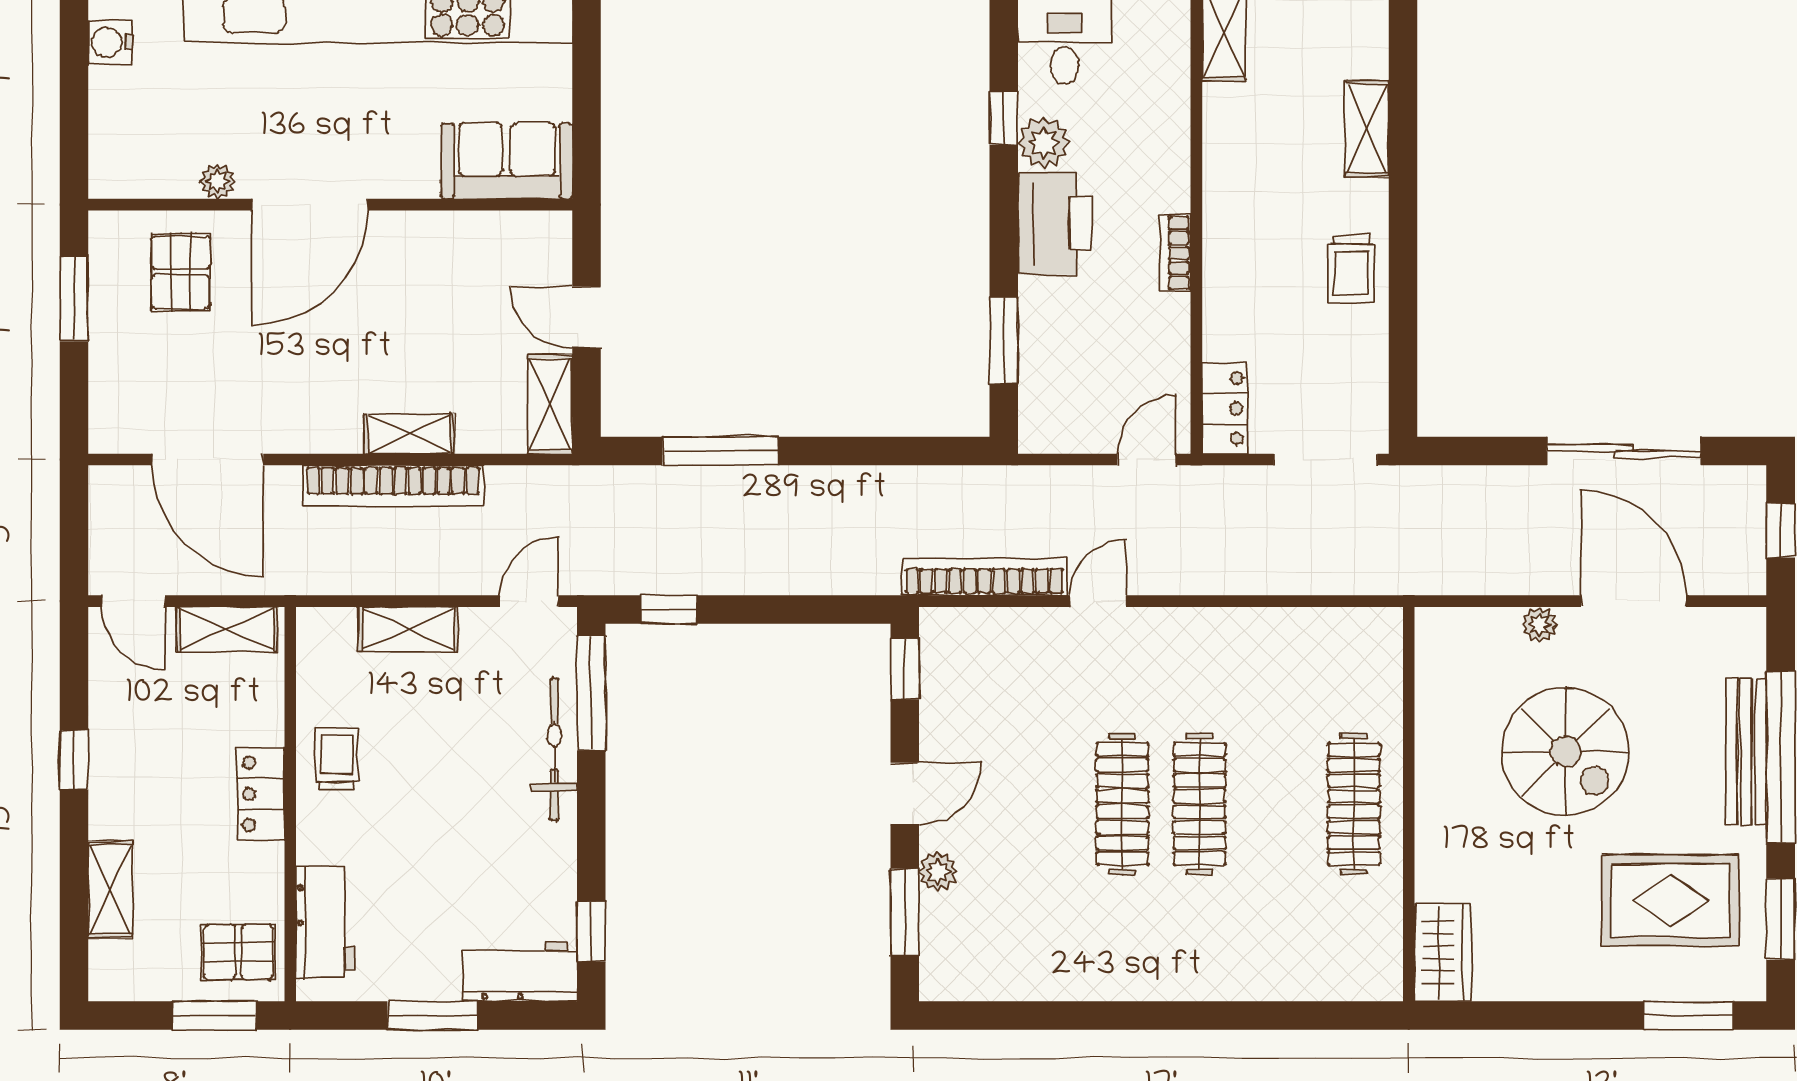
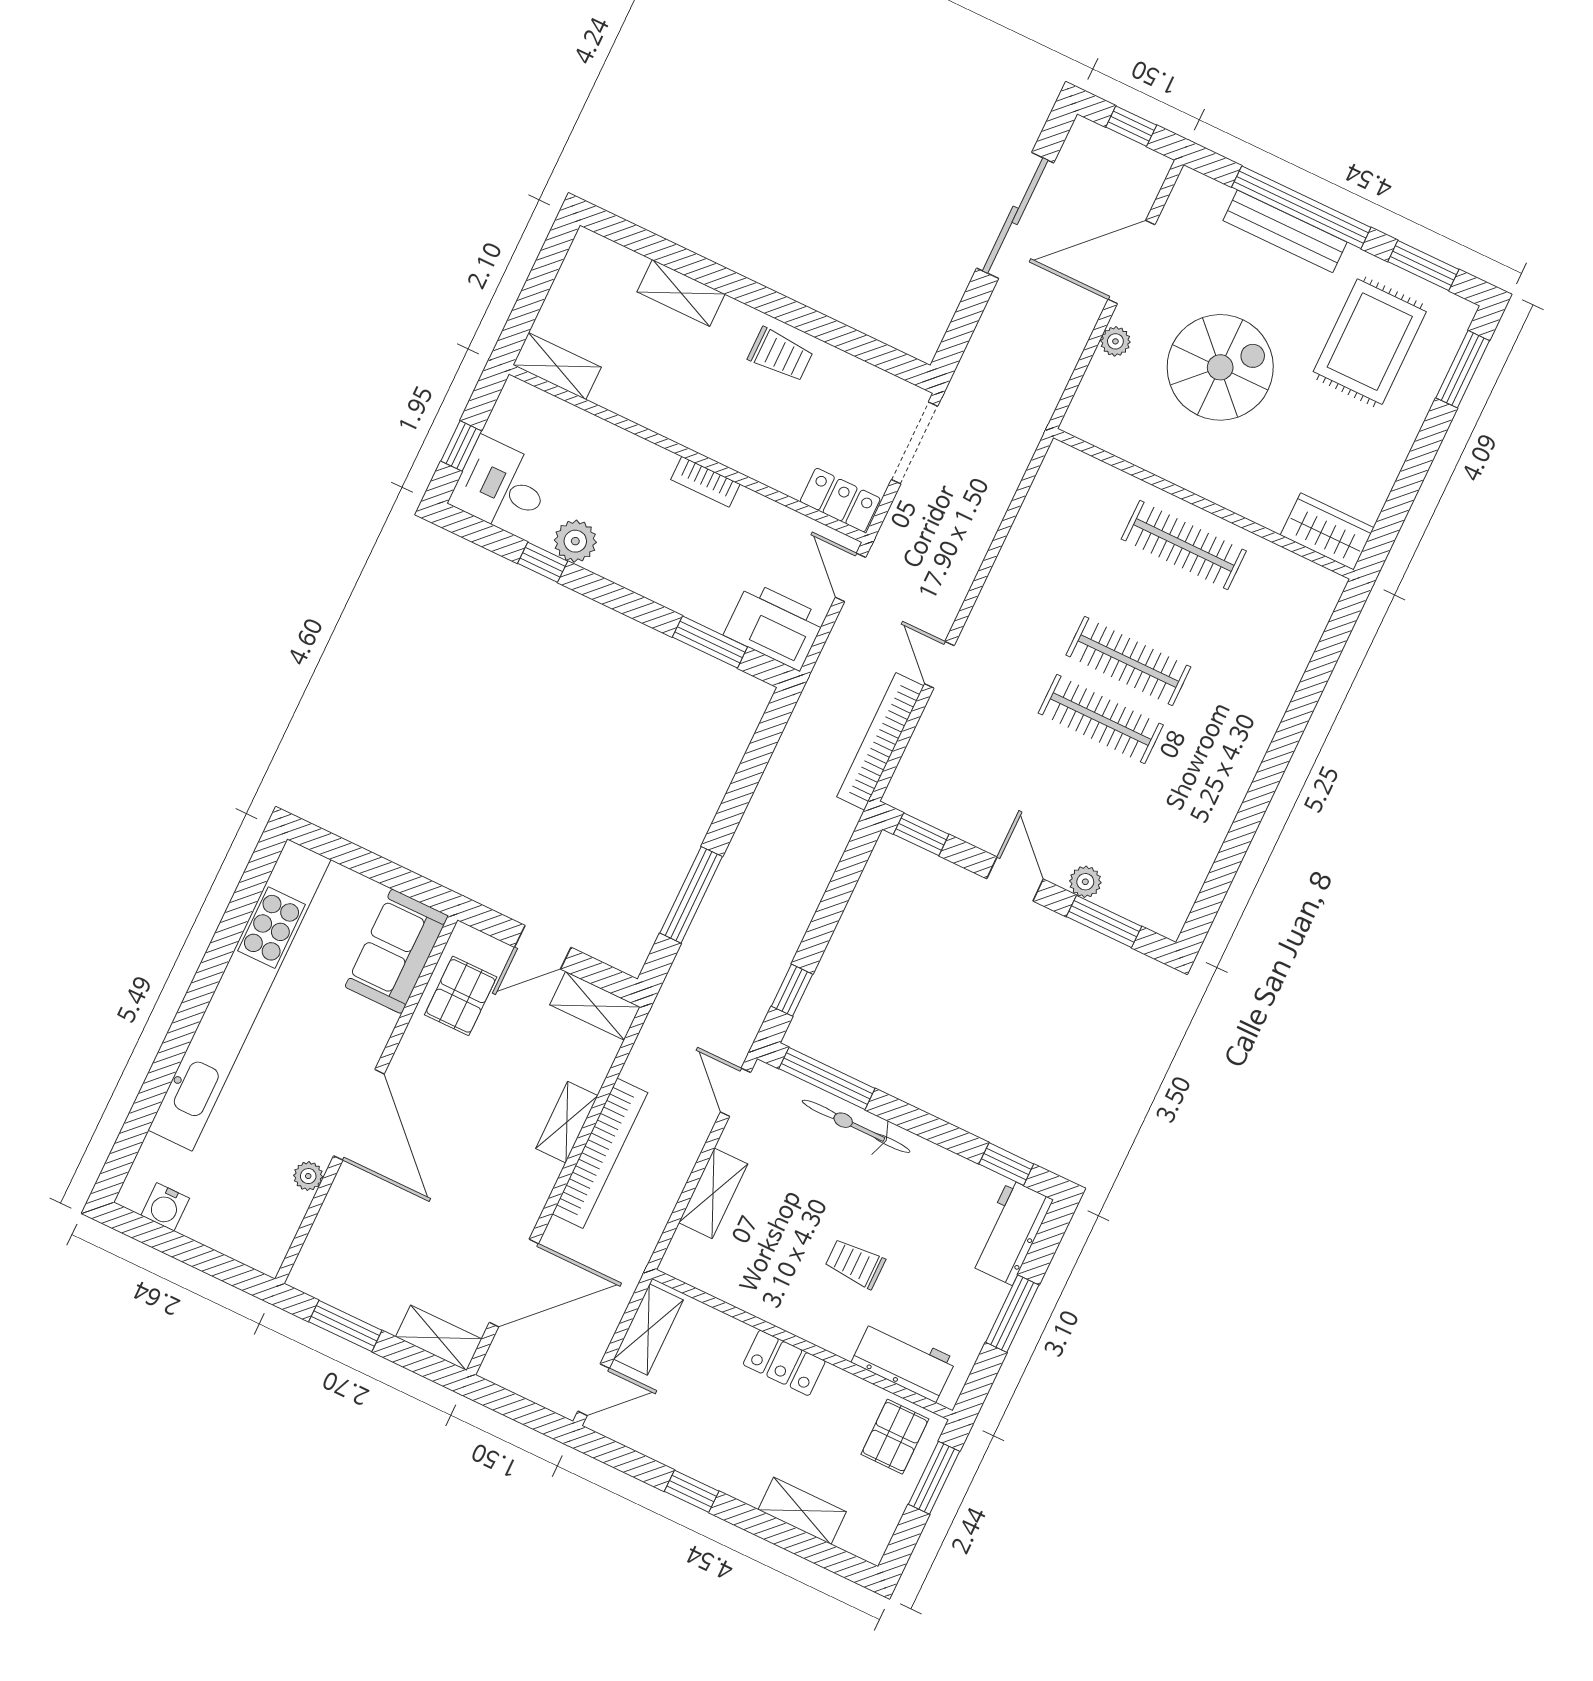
printer: (1055, 223) -> (775, 626), moved
pallet: (181, 272) -> (461, 996), moved, turned 90
shelving: (110, 406) -> (439, 1338), added
trolley: (337, 759) -> (855, 1264), moved

